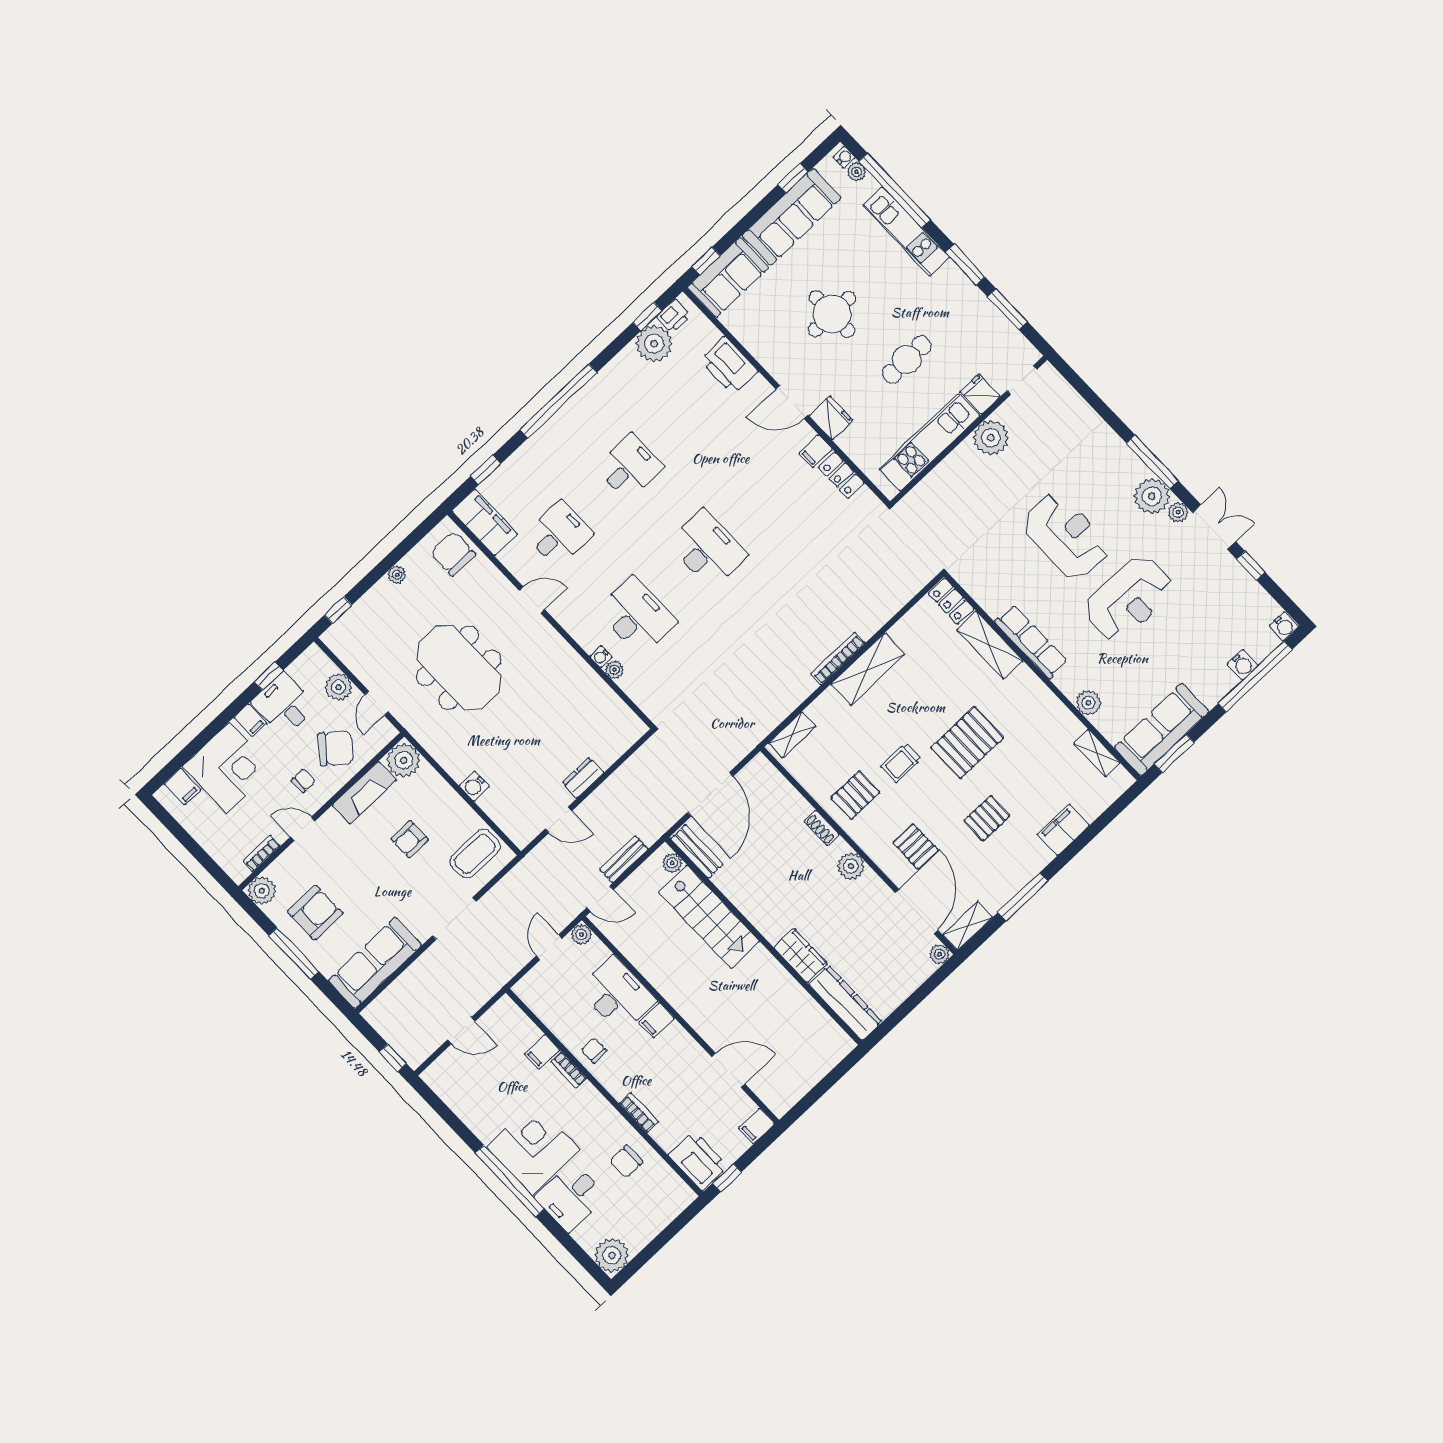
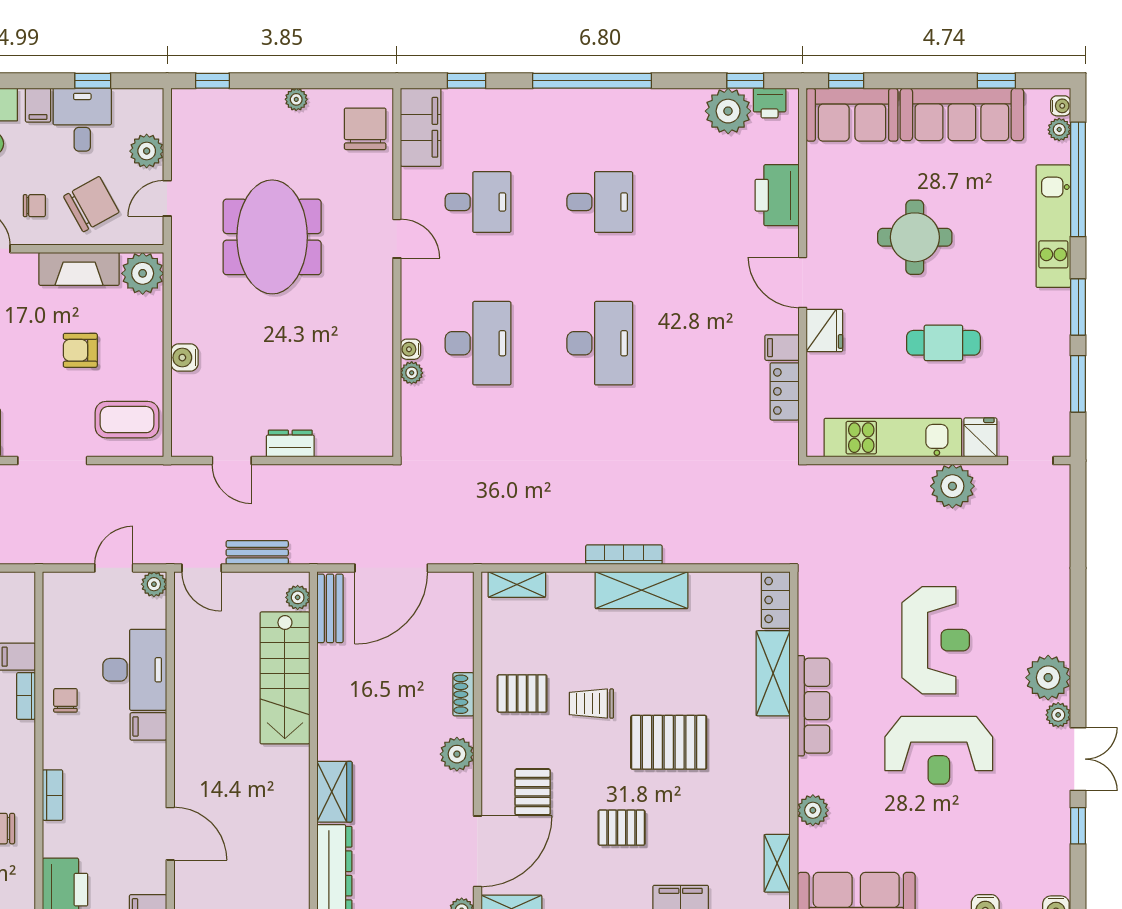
window: (1152, 462) -> (1078, 647), removed
chair: (336, 748) -> (91, 204), turned -68

